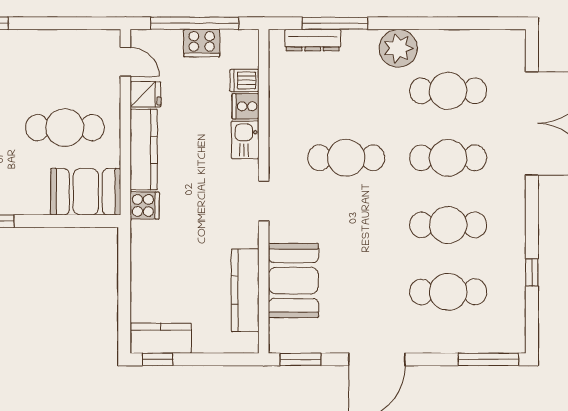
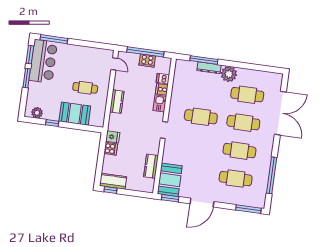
dresser: (313, 40) -> (209, 68), moved
fridge: (145, 94) -> (113, 137), moved
cafe table: (65, 128) -> (85, 88), width x0.73, depth x0.74
kitchen counter: (144, 149) -> (117, 102), width x0.67
booth: (86, 192) -> (75, 114), moved
cooker: (145, 206) -> (111, 149), moved
window: (532, 272) -> (272, 175), width x3.17
booth: (293, 281) -> (170, 180), moved
kitchen counter: (245, 290) -> (151, 166), width x0.67

